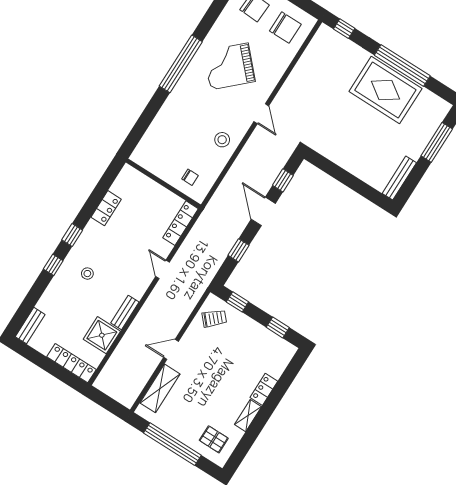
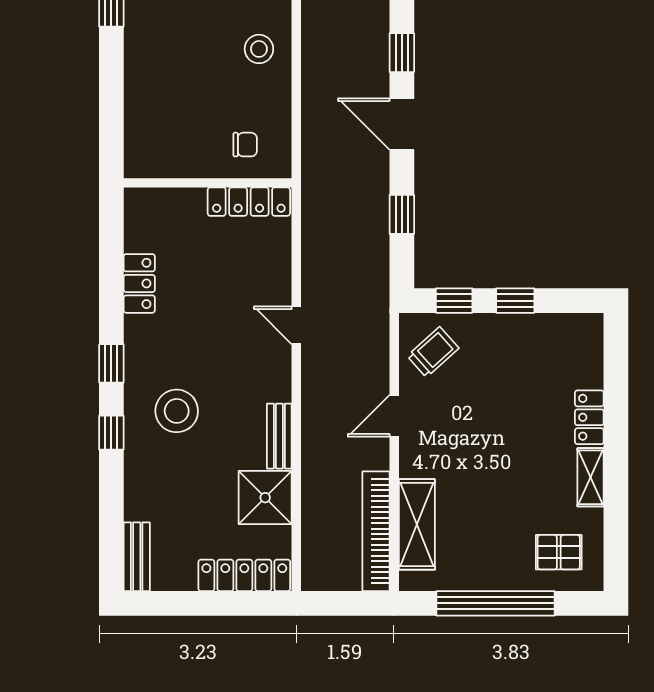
locker: (180, 223) -> (249, 202), moved, turned -90
stool: (87, 274) -> (177, 411), width x1.89, depth x1.89
window: (278, 327) -> (515, 301), moved
door: (171, 349) -> (394, 416), moved
bookcase: (140, 380) -> (376, 531), added

